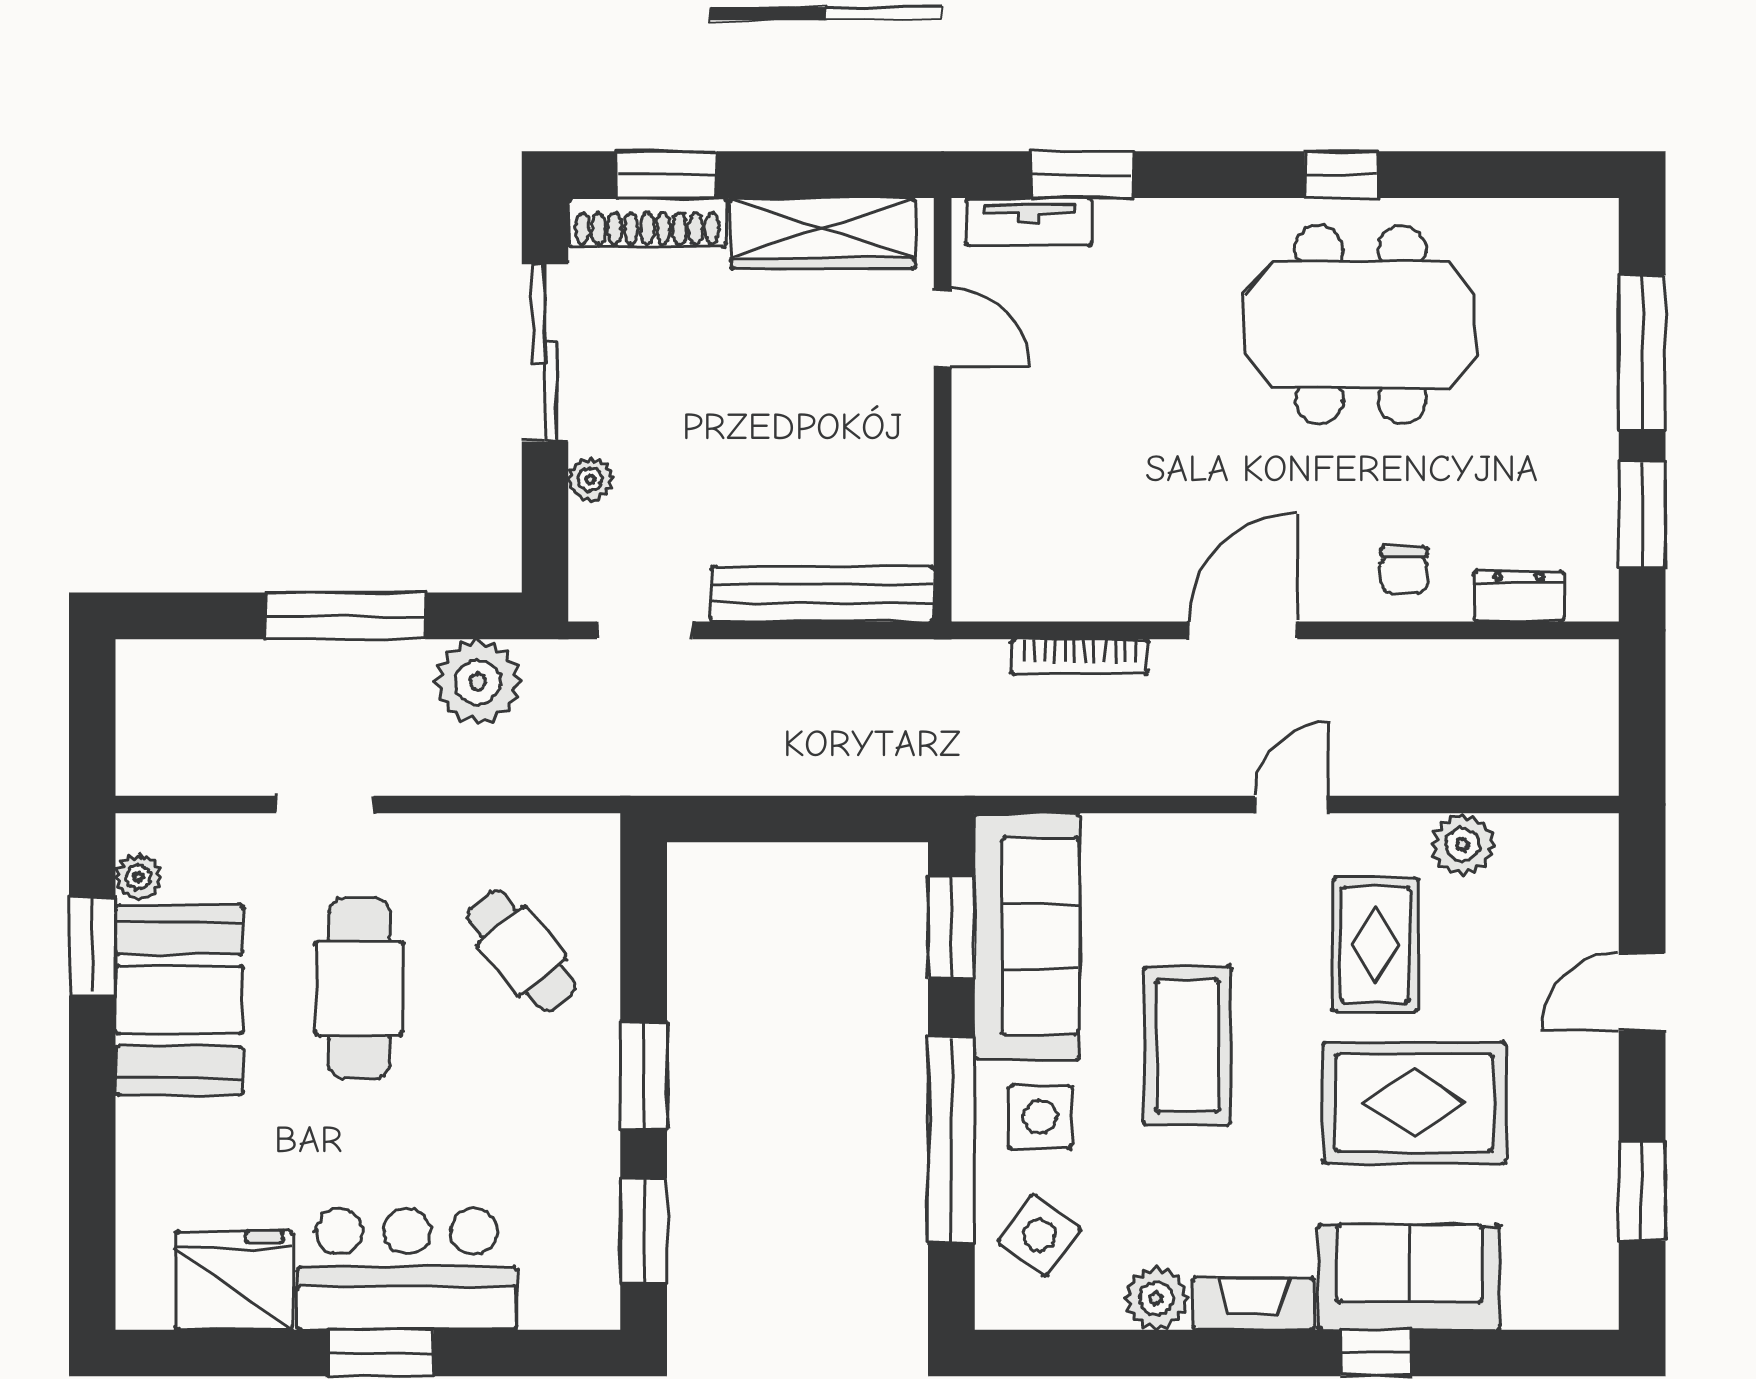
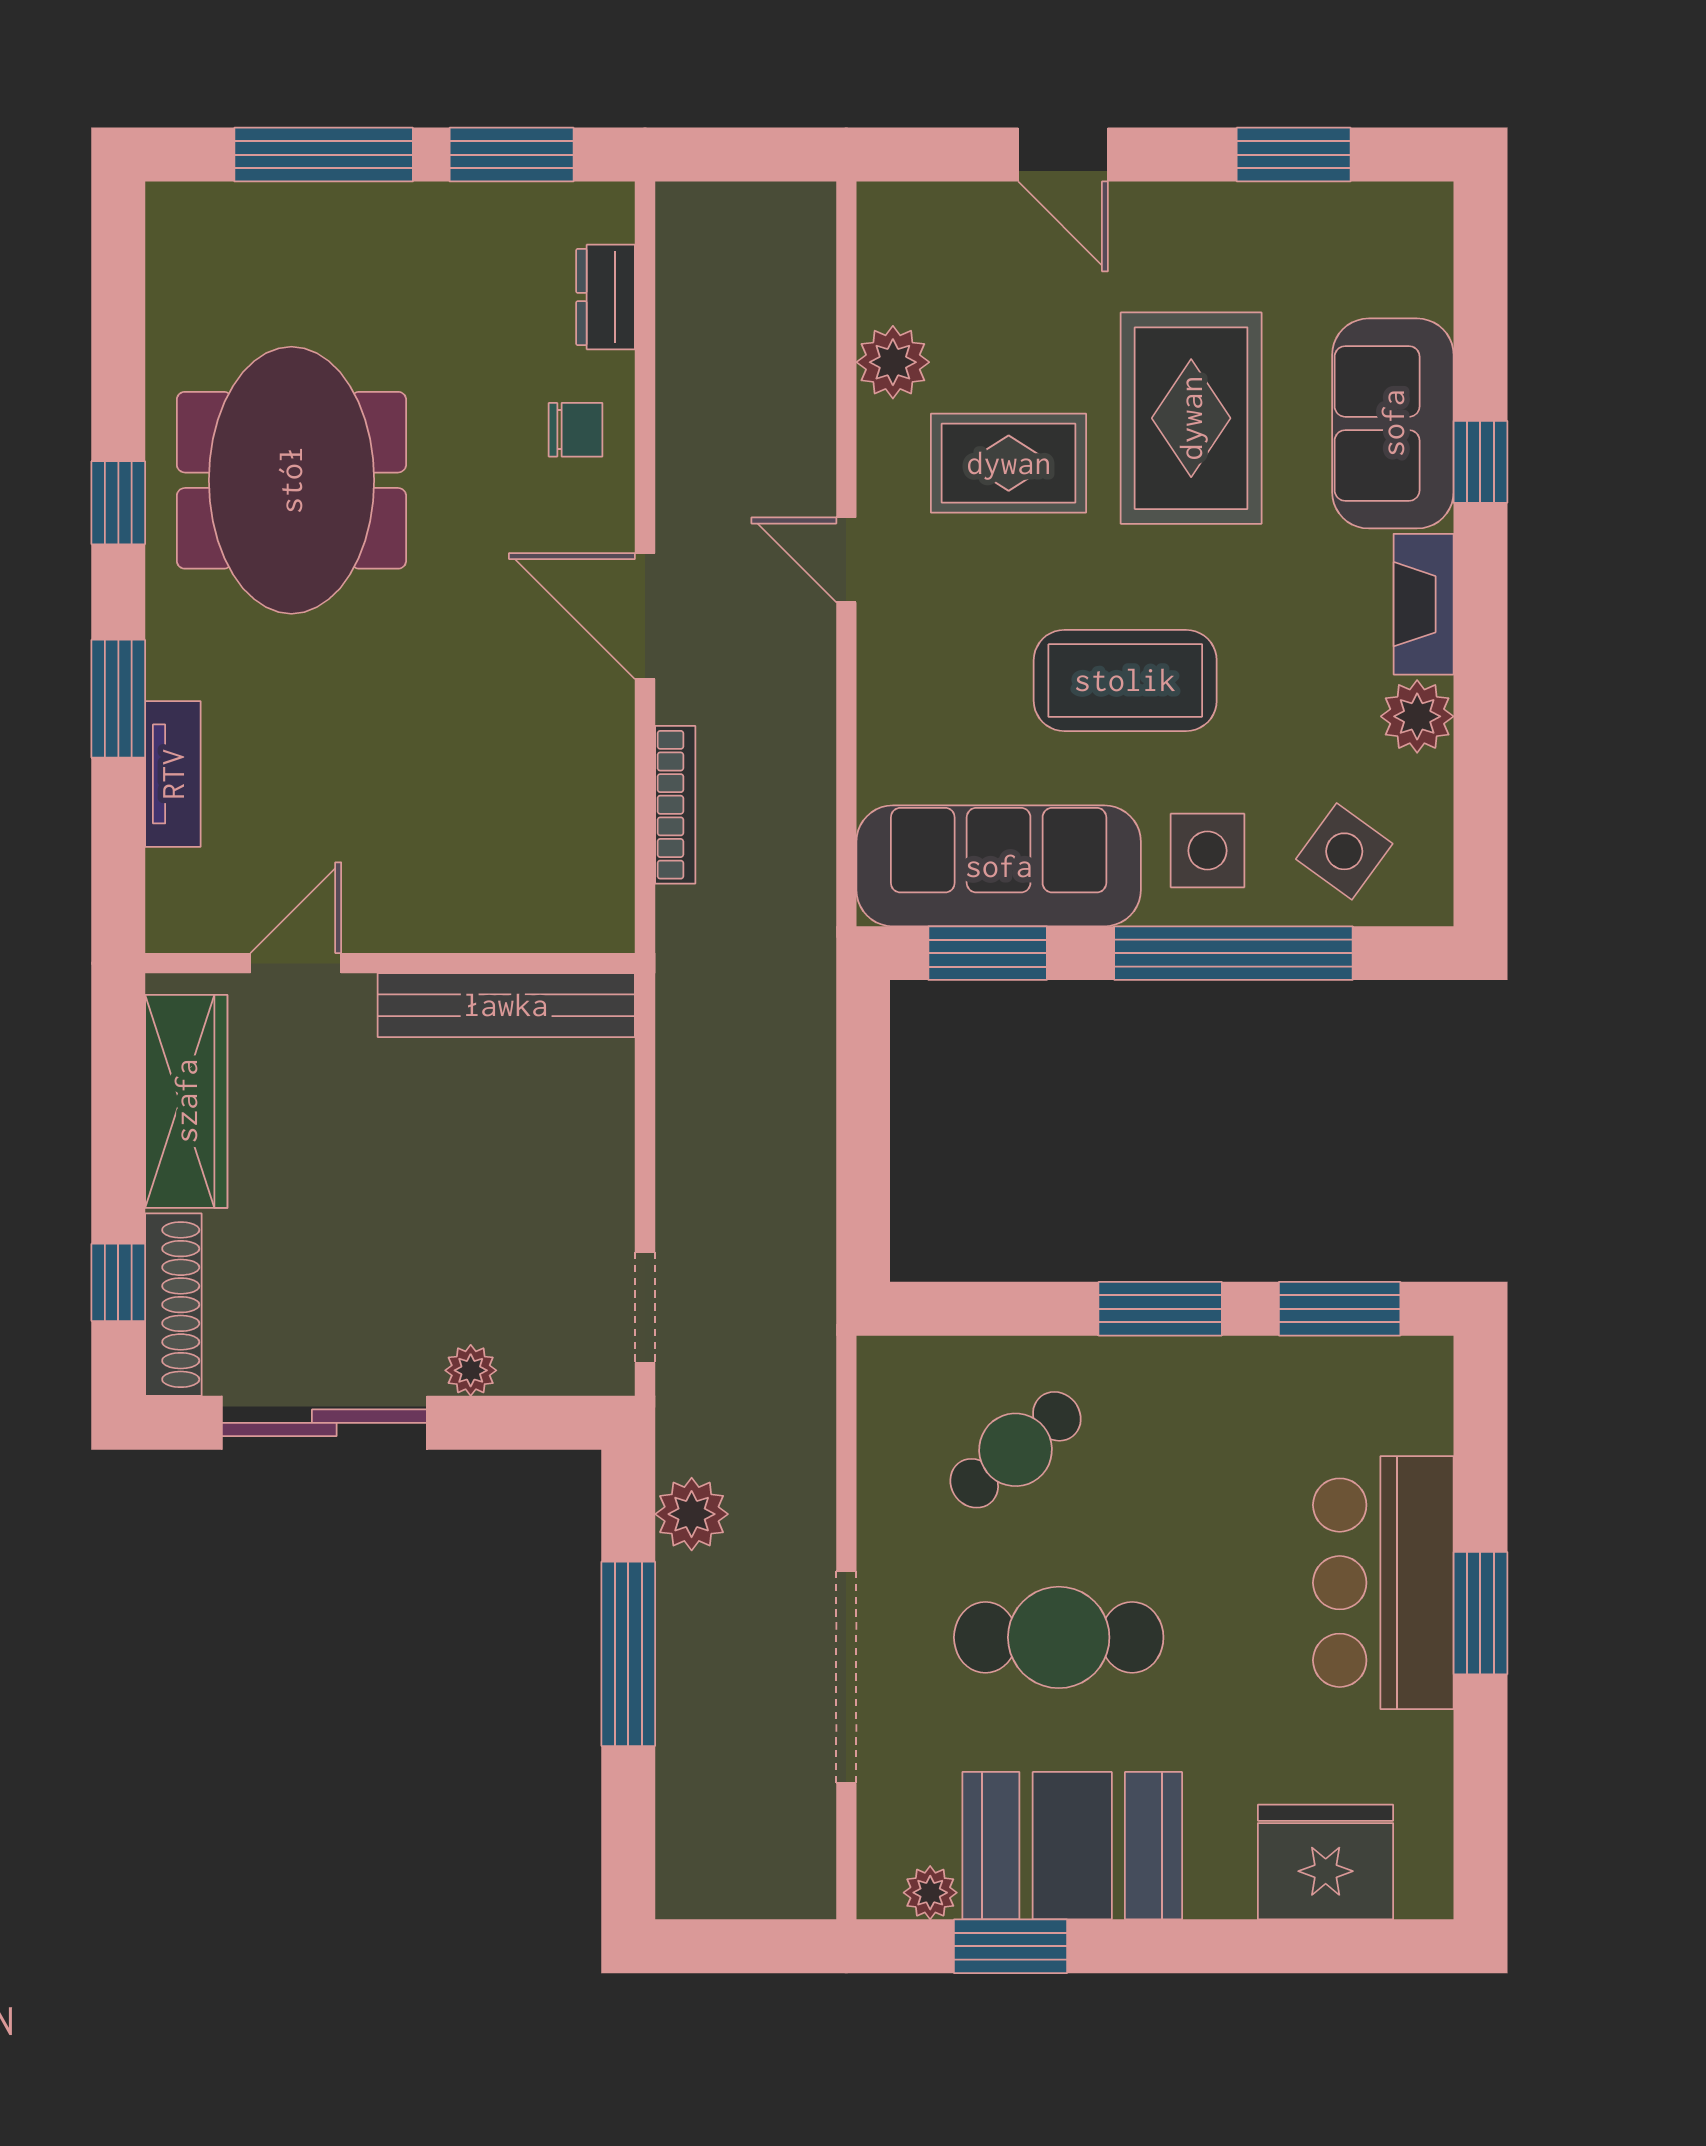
window: (667, 175) -> (118, 1282), width x0.67
window: (1083, 175) -> (118, 699), moved
tv unit: (1029, 222) -> (173, 774), moved
bench: (823, 594) -> (506, 1005), moved, turned 90
plant: (478, 682) -> (692, 1514), width x0.73, depth x0.73
doorway: (325, 804) -> (846, 1677), width x1.87
fridge: (234, 1280) -> (1326, 1862), moved, turned 90

